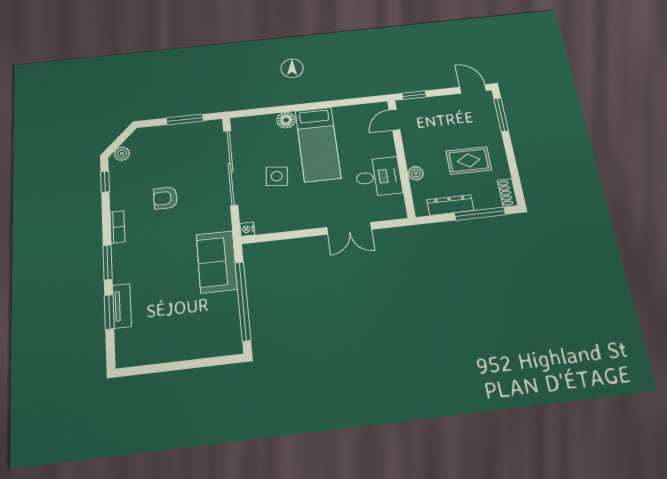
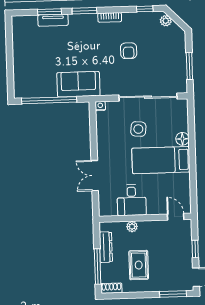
window: (414, 95) -> (195, 249), moved
armchair: (165, 198) -> (129, 51), turned 180

